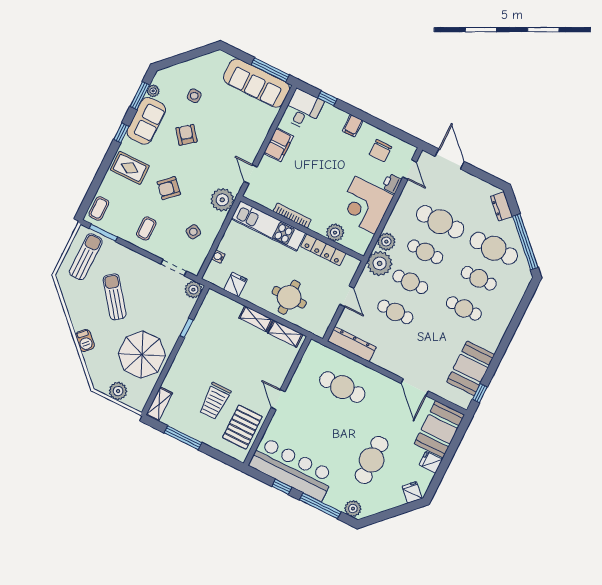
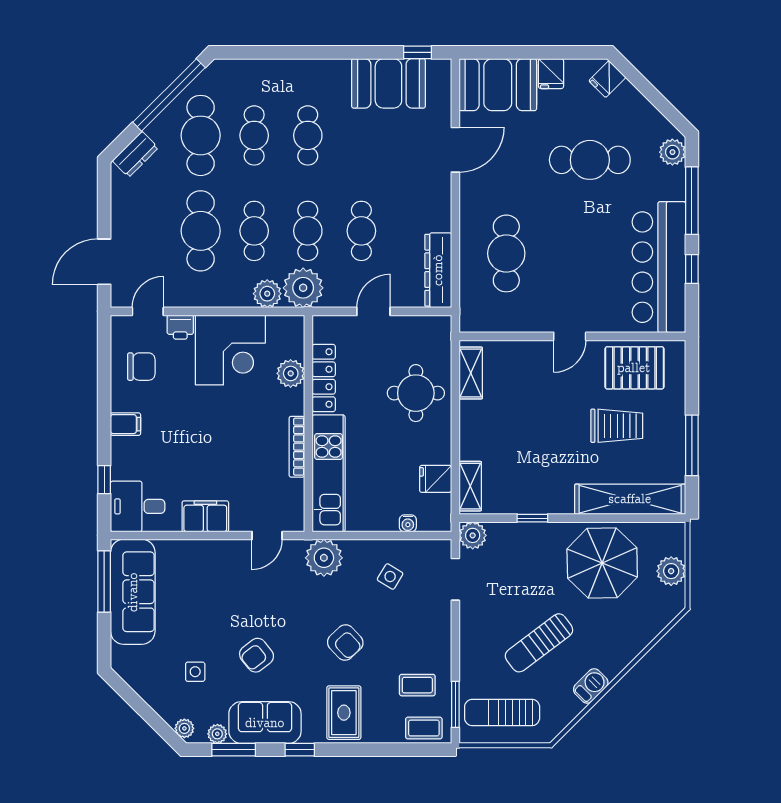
plant: (165, 74) -> (184, 728), added
coffee table: (146, 228) -> (417, 685), moved
shelving: (256, 319) -> (470, 486), moved
barbecue: (85, 340) -> (591, 686), moved
shelving: (159, 404) -> (630, 499), width x2.20, depth x1.33

